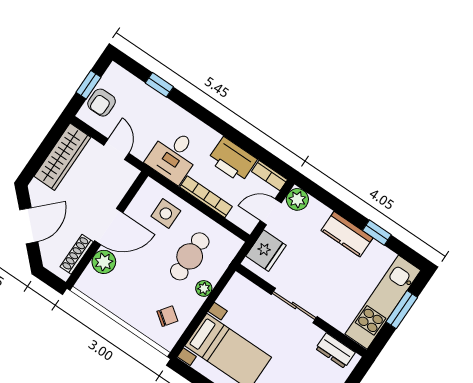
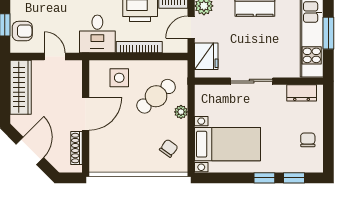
armchair: (102, 103) -> (22, 31), turned -90
cafe table: (190, 256) -> (156, 96), turned 51
plant: (104, 262) -> (99, 141), removed

